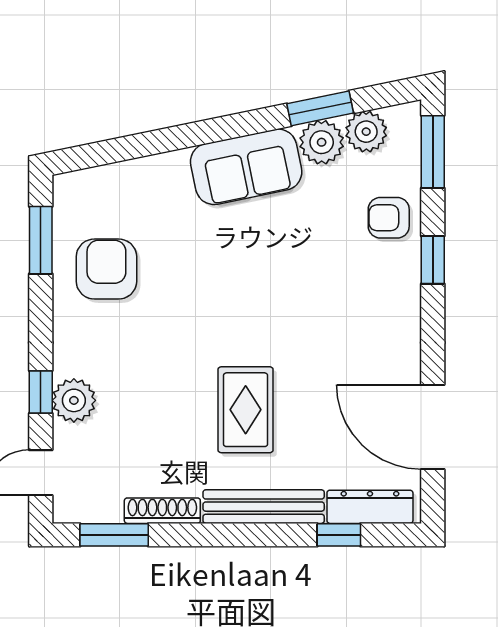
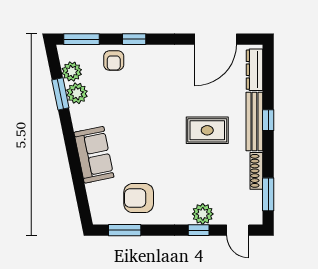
sofa: (246, 167) -> (94, 155), moved
window: (339, 535) -> (268, 120), moved

